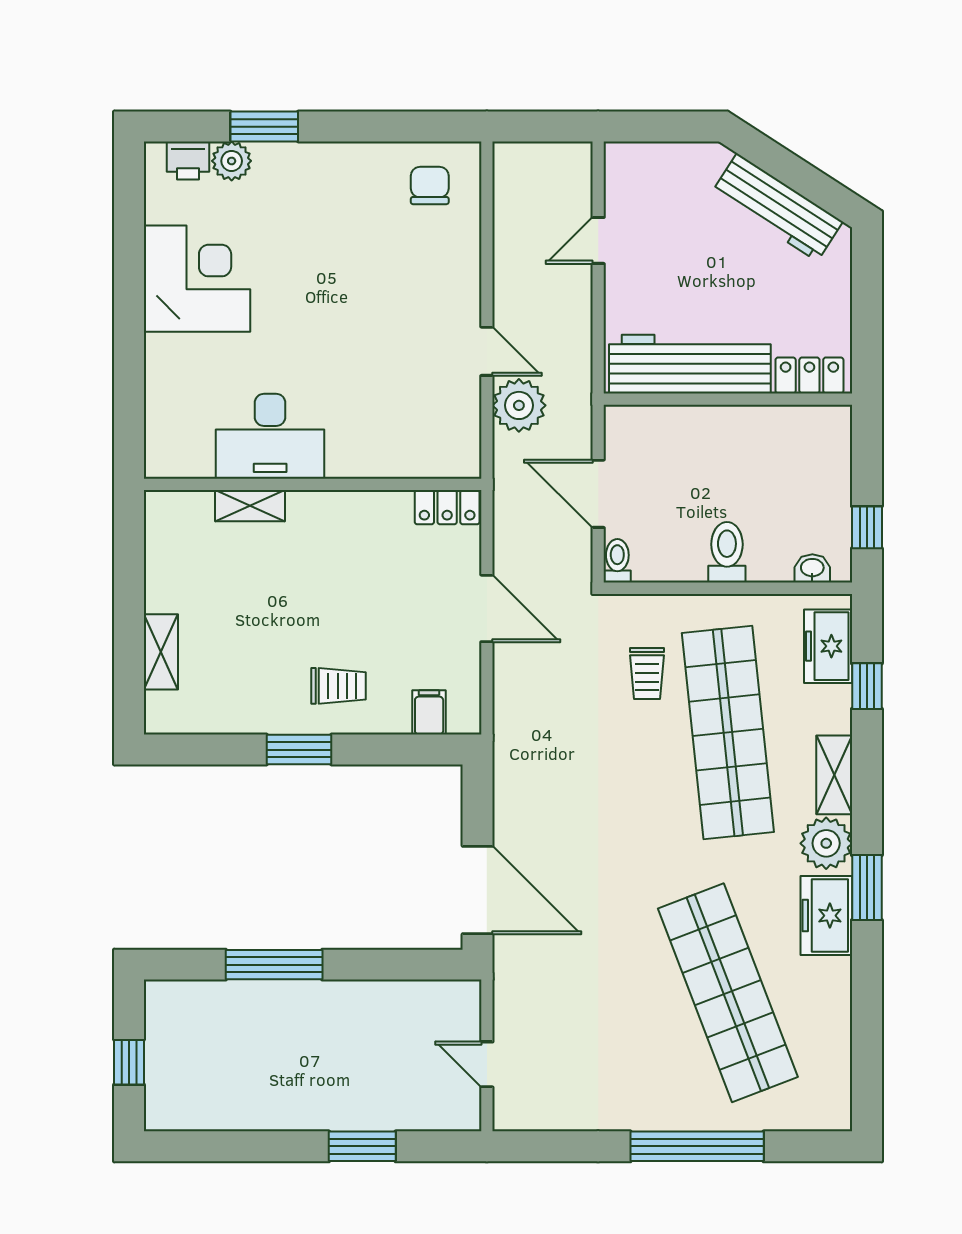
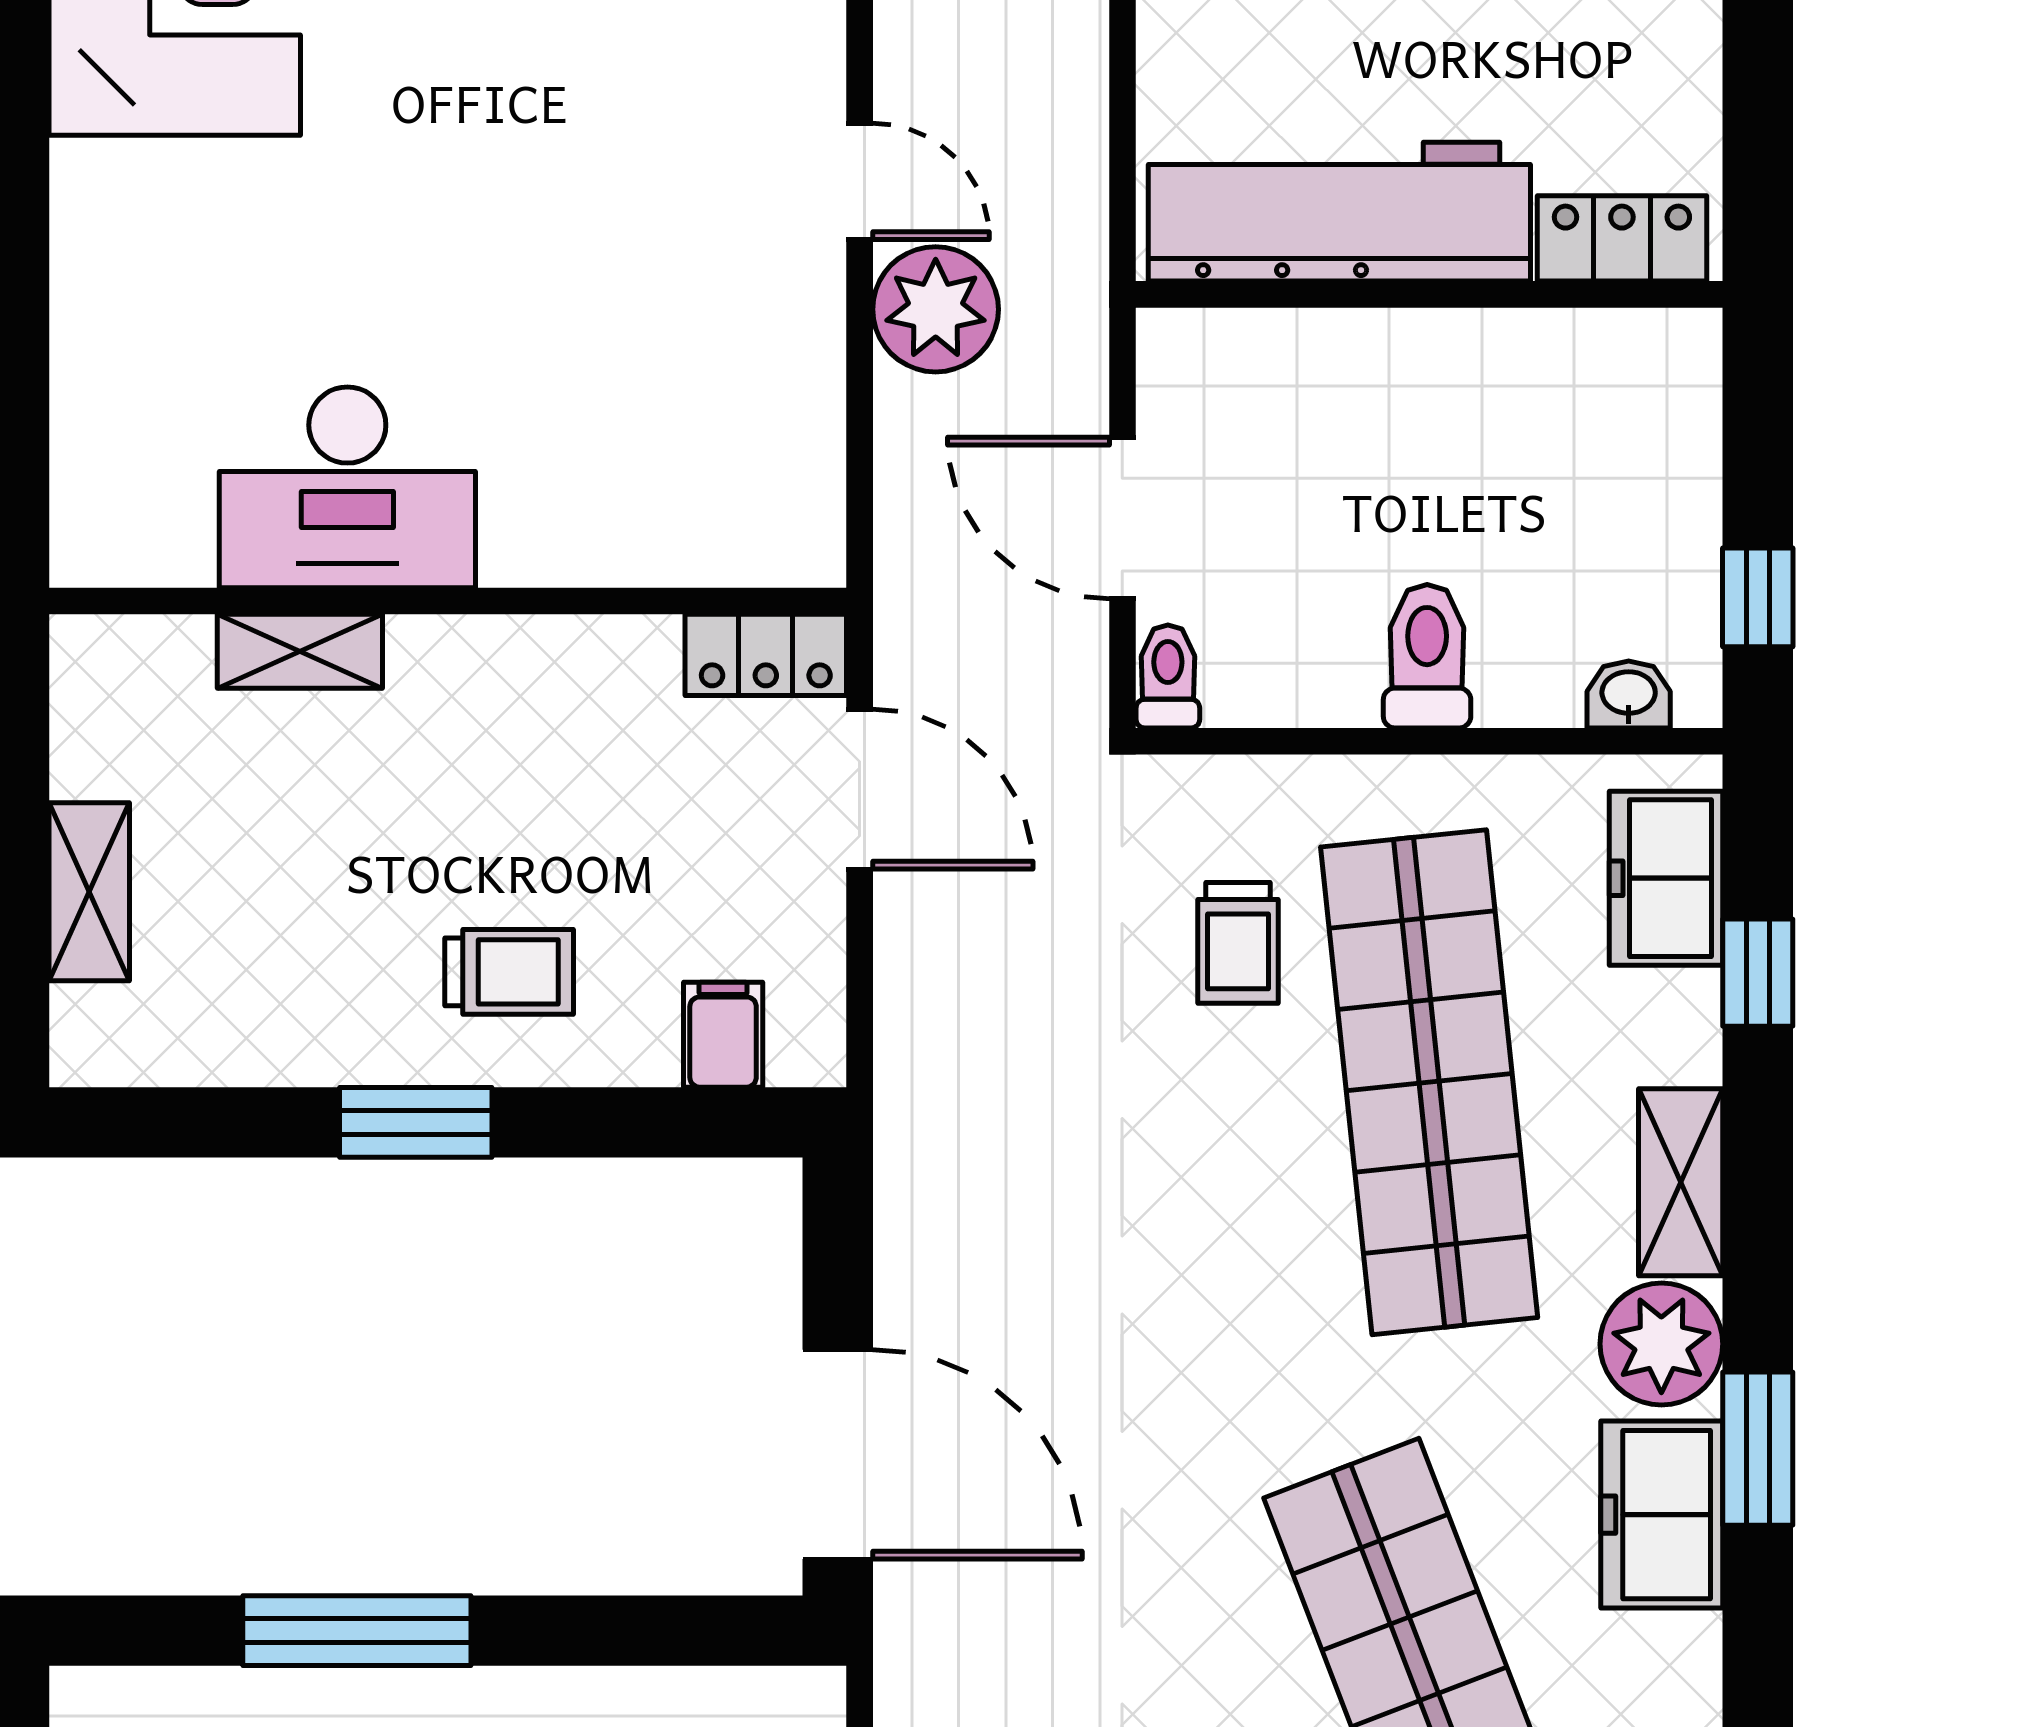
desk: (270, 436) -> (347, 487), moved
wall: (313, 484) -> (448, 601), moved
shelving: (250, 506) -> (300, 651), moved
locker: (447, 507) -> (766, 655), moved

